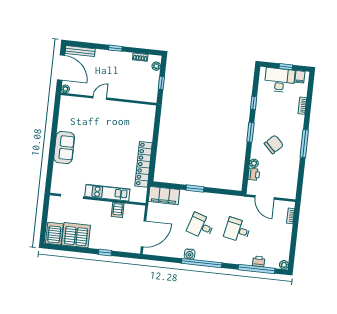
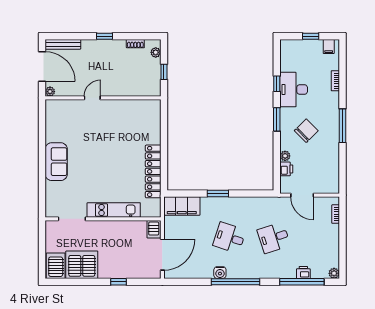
desk: (280, 80) -> (294, 90), moved, turned -90
server rack: (118, 210) -> (154, 229), moved
desk: (237, 230) -> (274, 238), turned -30

